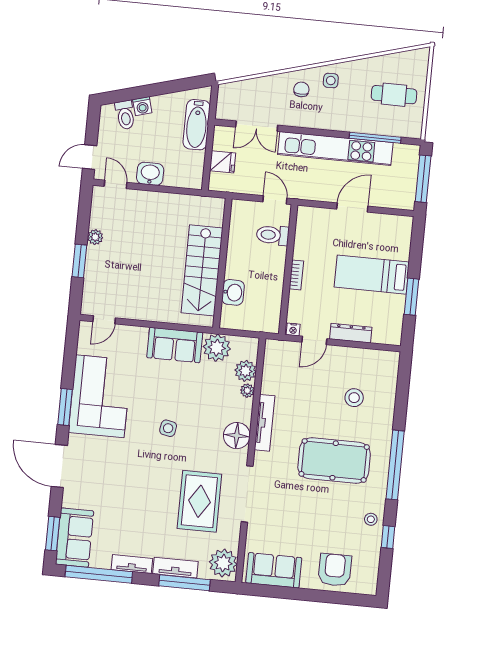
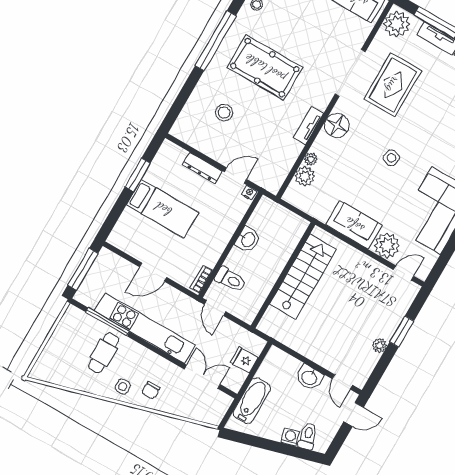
cafe table: (394, 95) -> (104, 353), moved, turned 90
bookcase: (296, 275) -> (201, 279), moved
washbasin: (233, 292) -> (248, 240), moved, turned 180
plant: (217, 348) -> (387, 245), moved
tv unit: (265, 423) -> (309, 126), width x0.71

